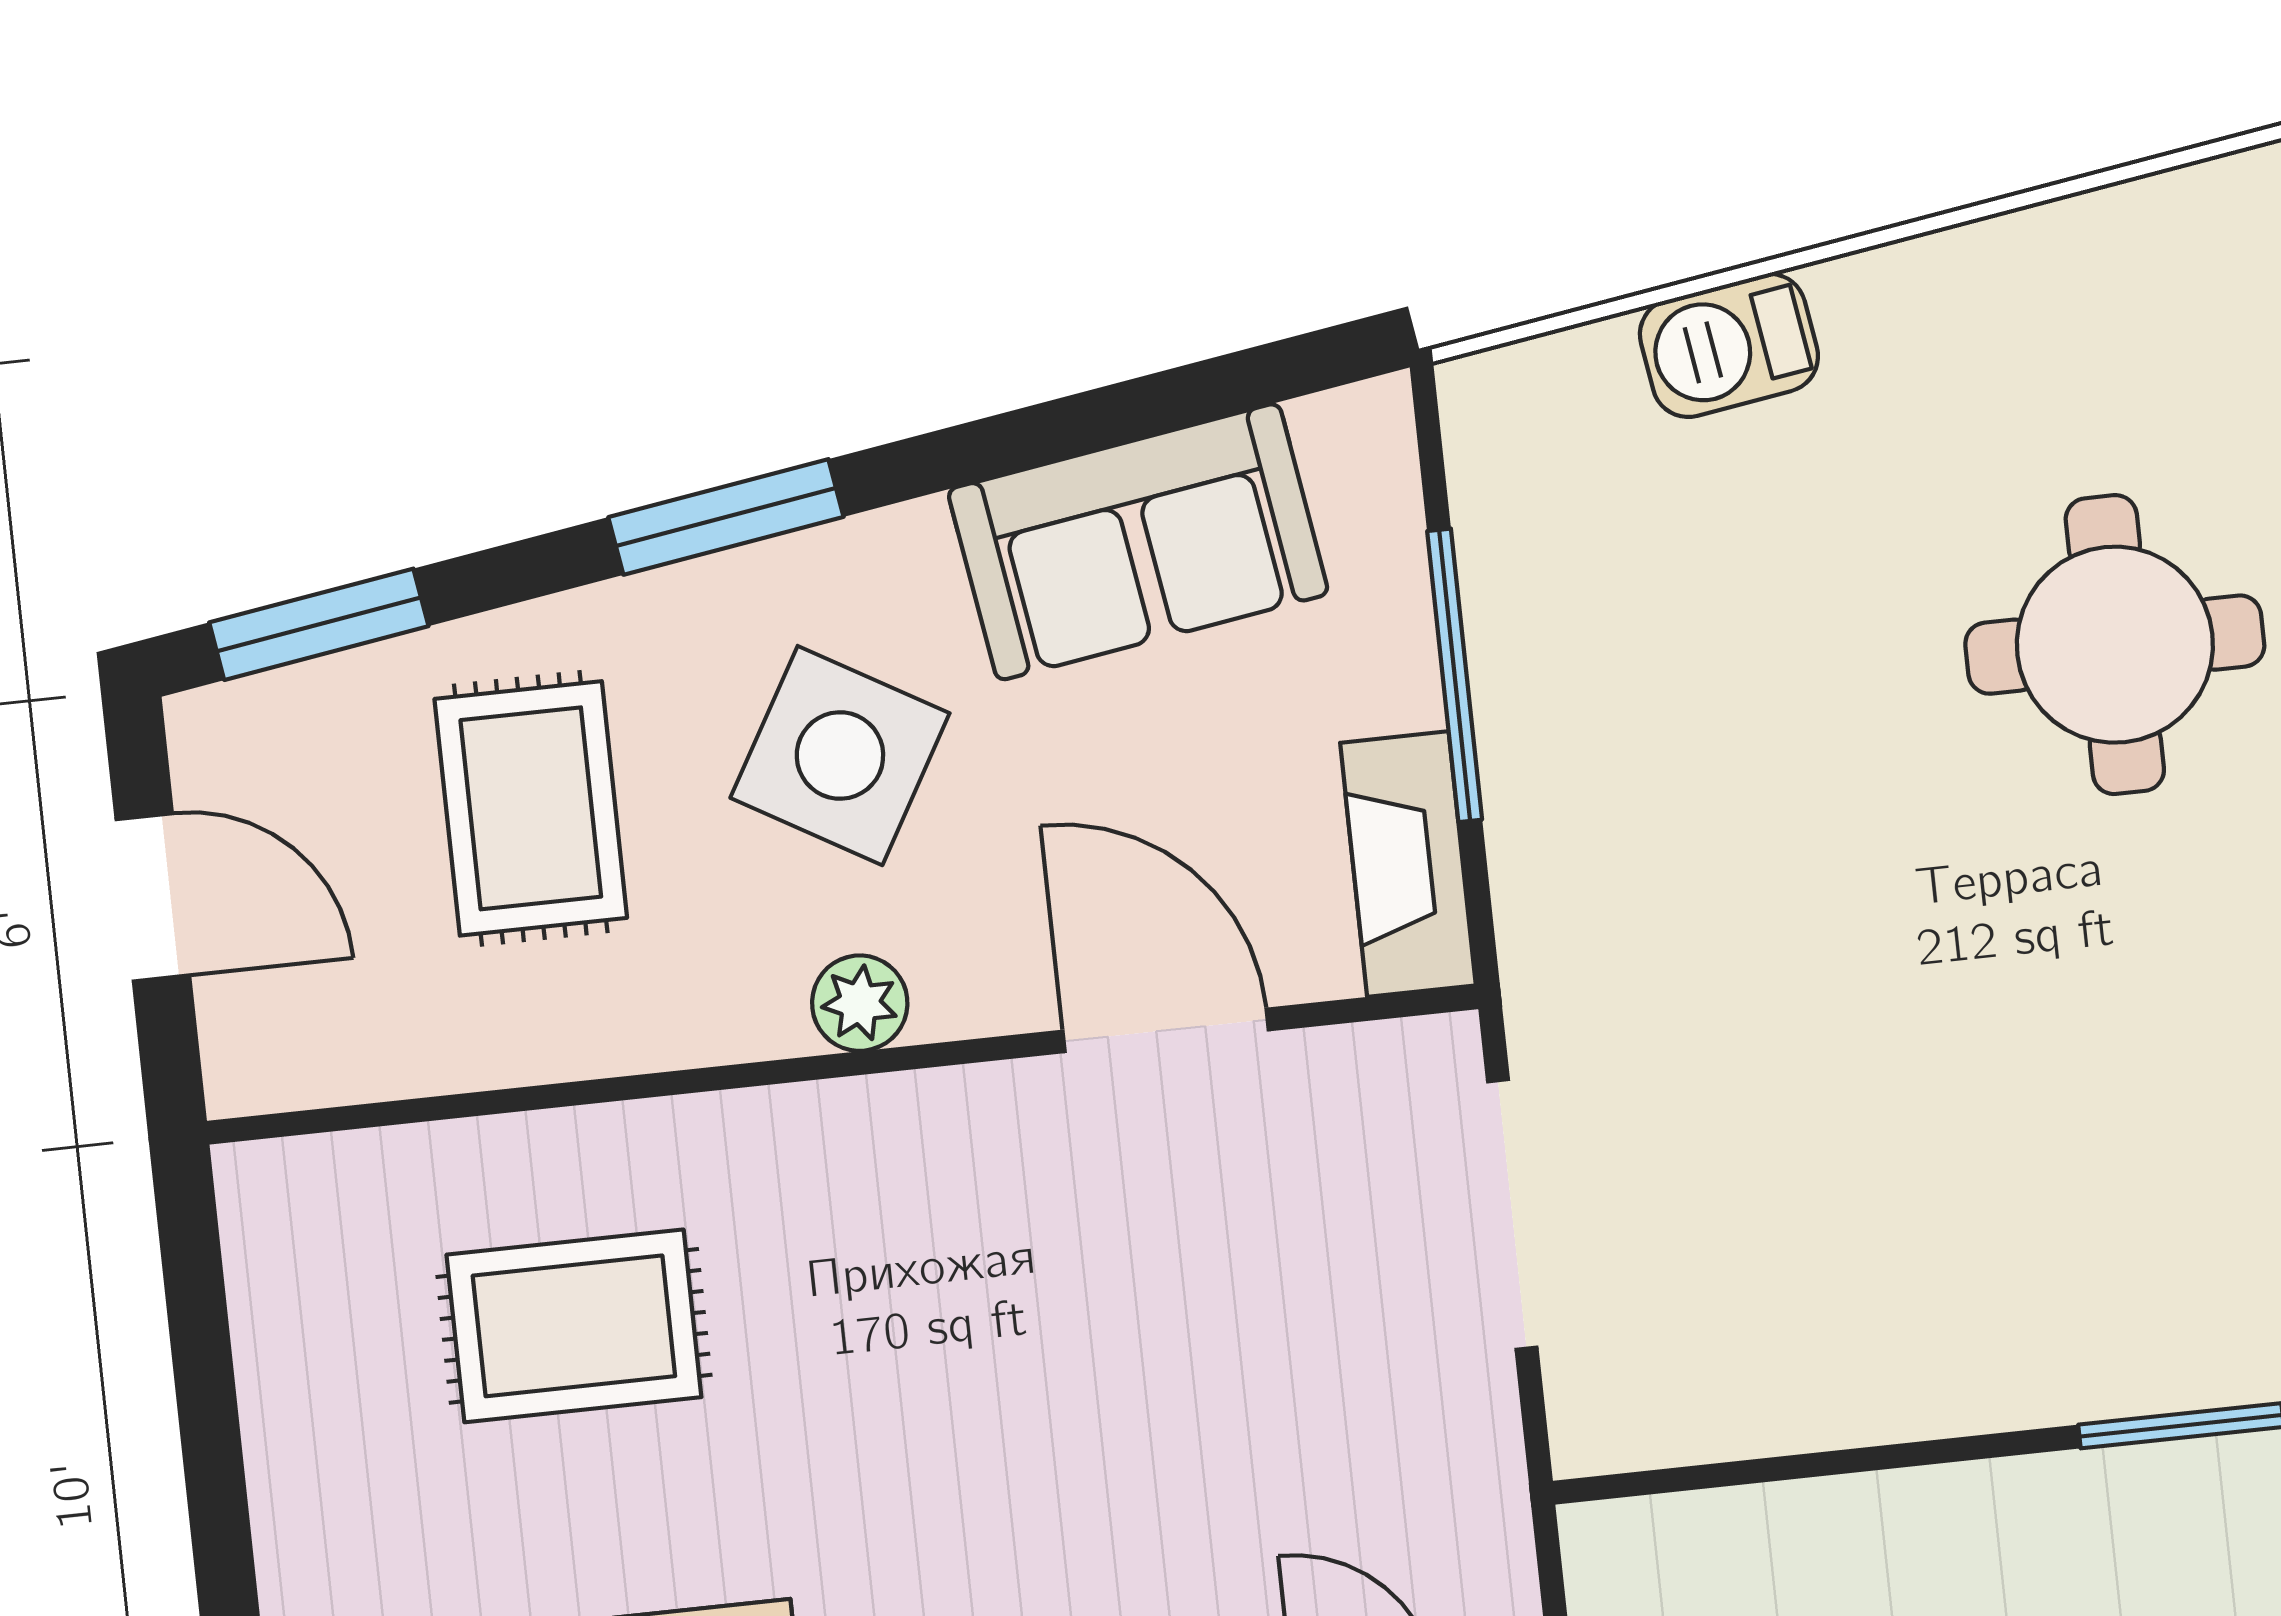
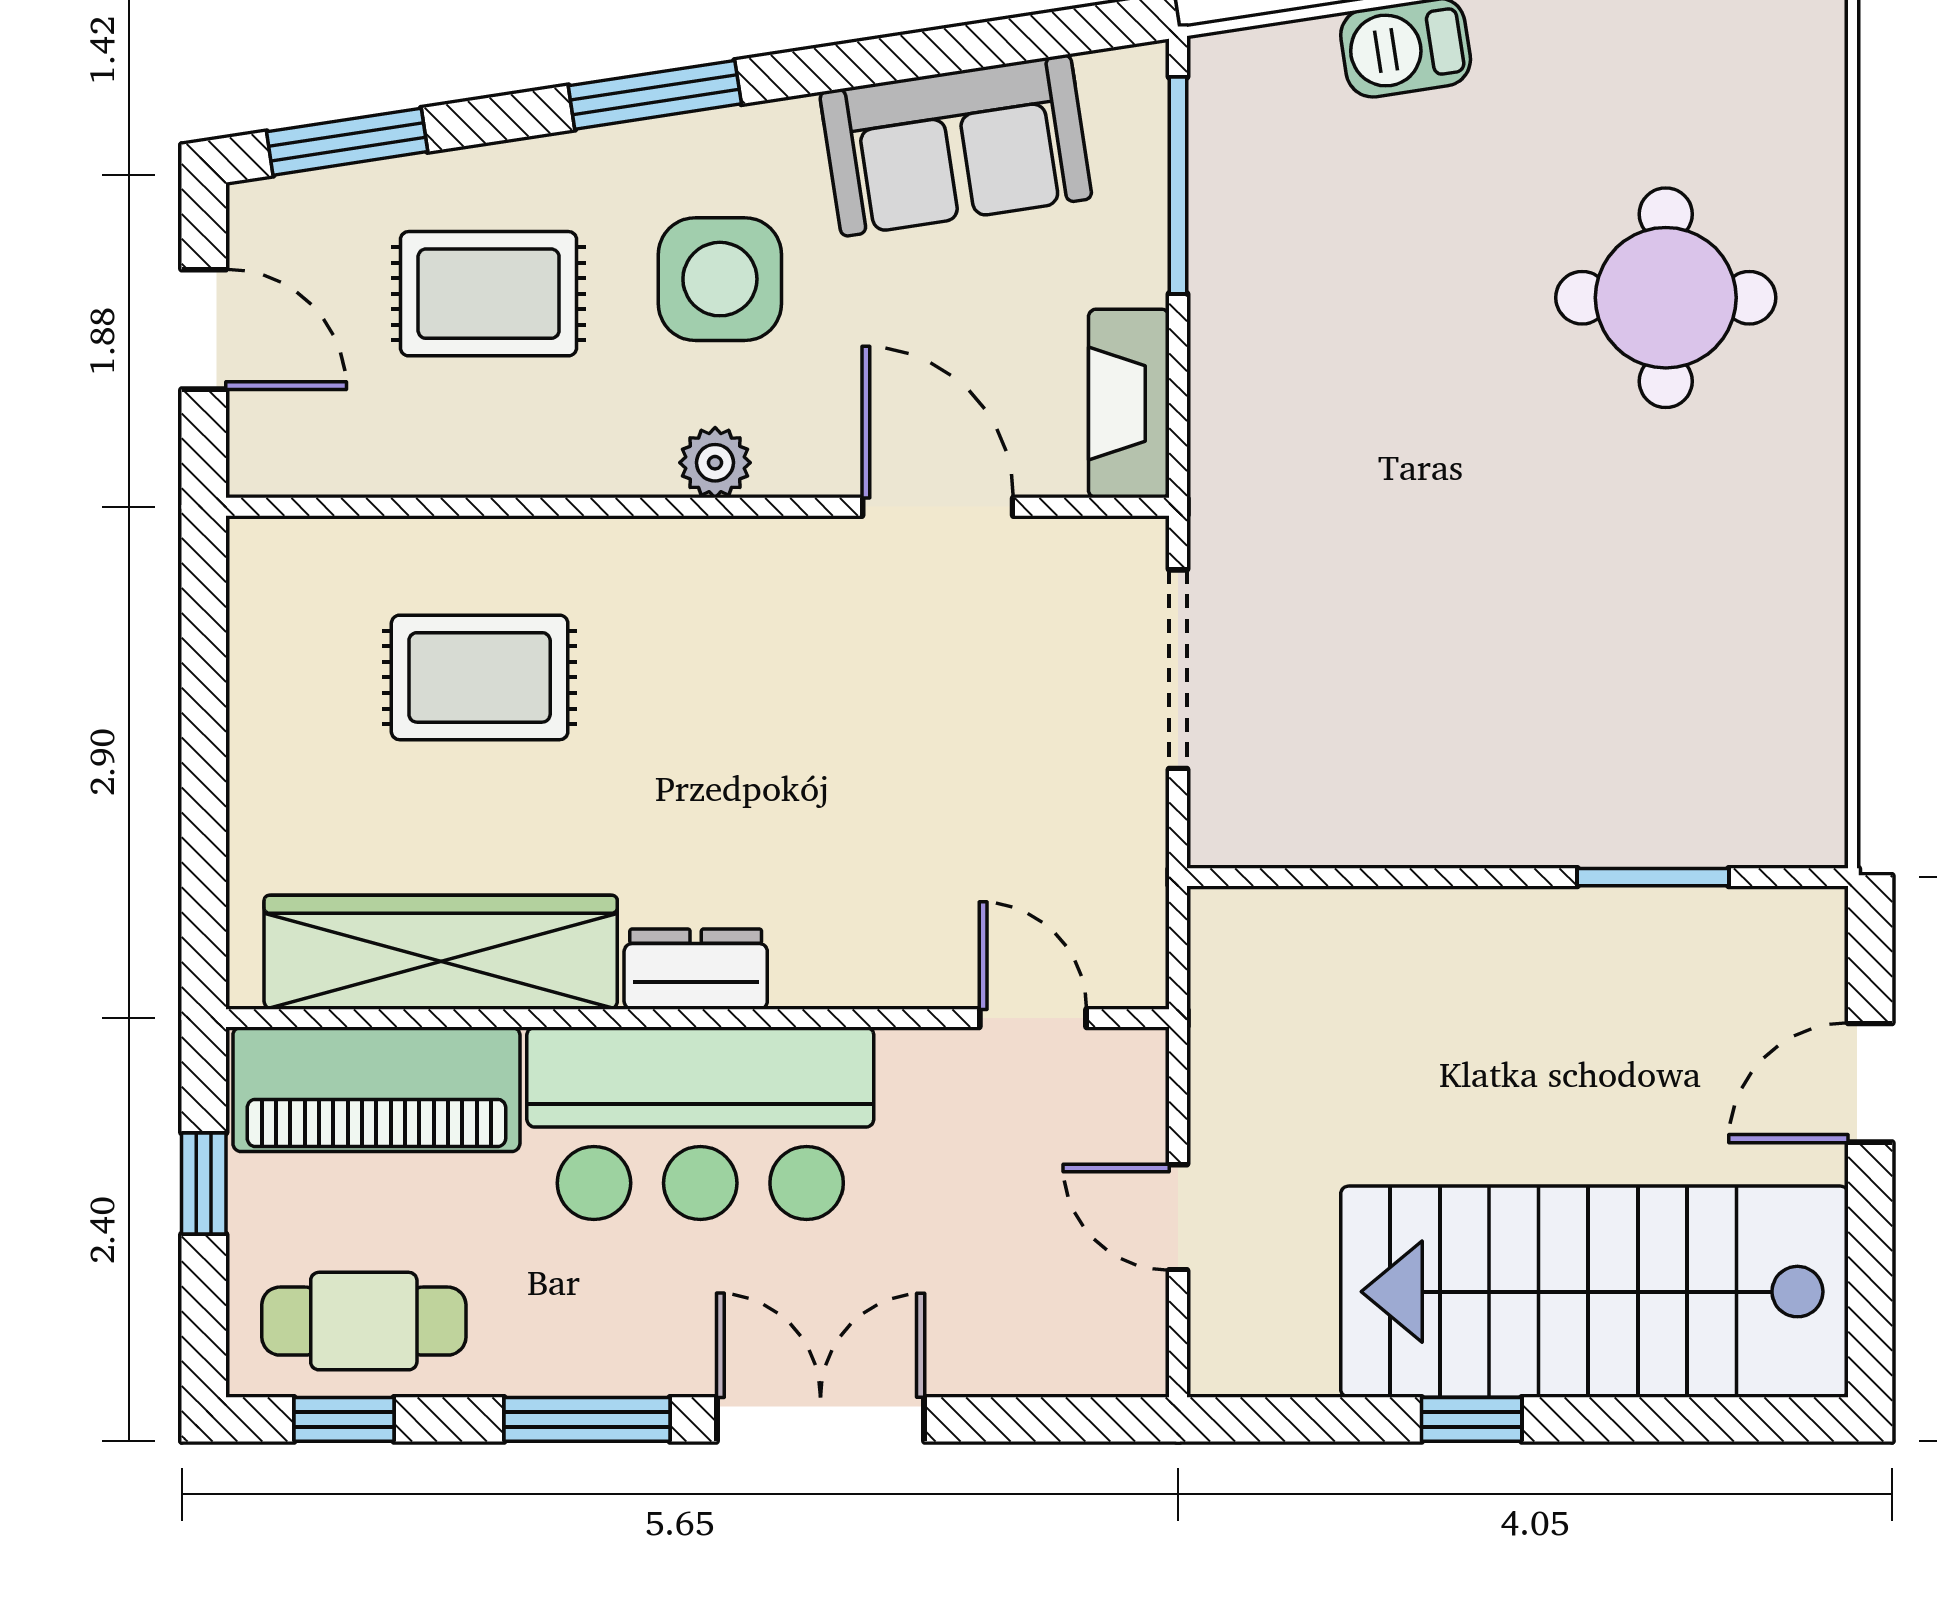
window: (1455, 675) -> (1178, 185), moved
side table: (840, 756) -> (720, 279), turned -30
rug: (531, 808) -> (489, 294), turned 90

